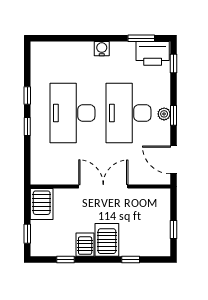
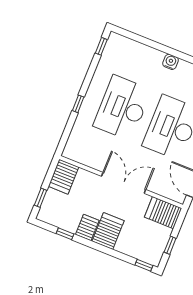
window: (27, 95) -> (101, 46), moved
server rack: (154, 200) -> (163, 213), added
window: (131, 259) -> (144, 265), moved

